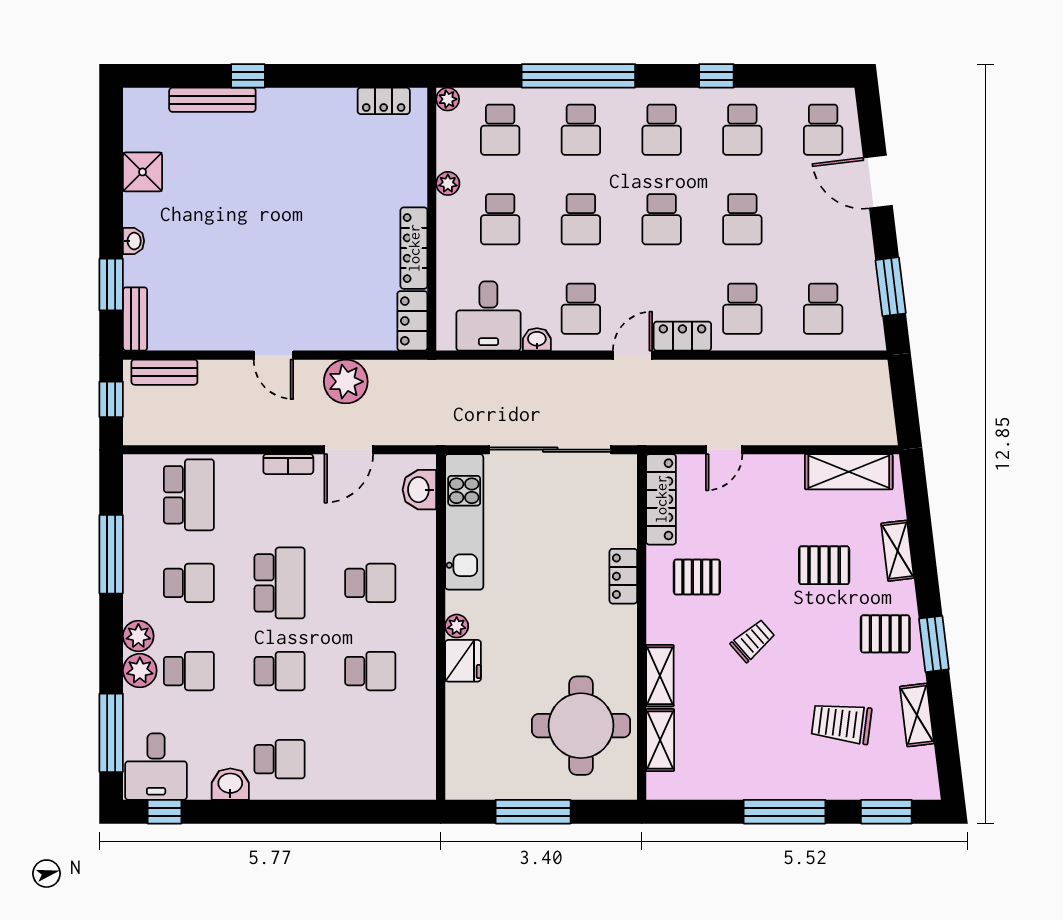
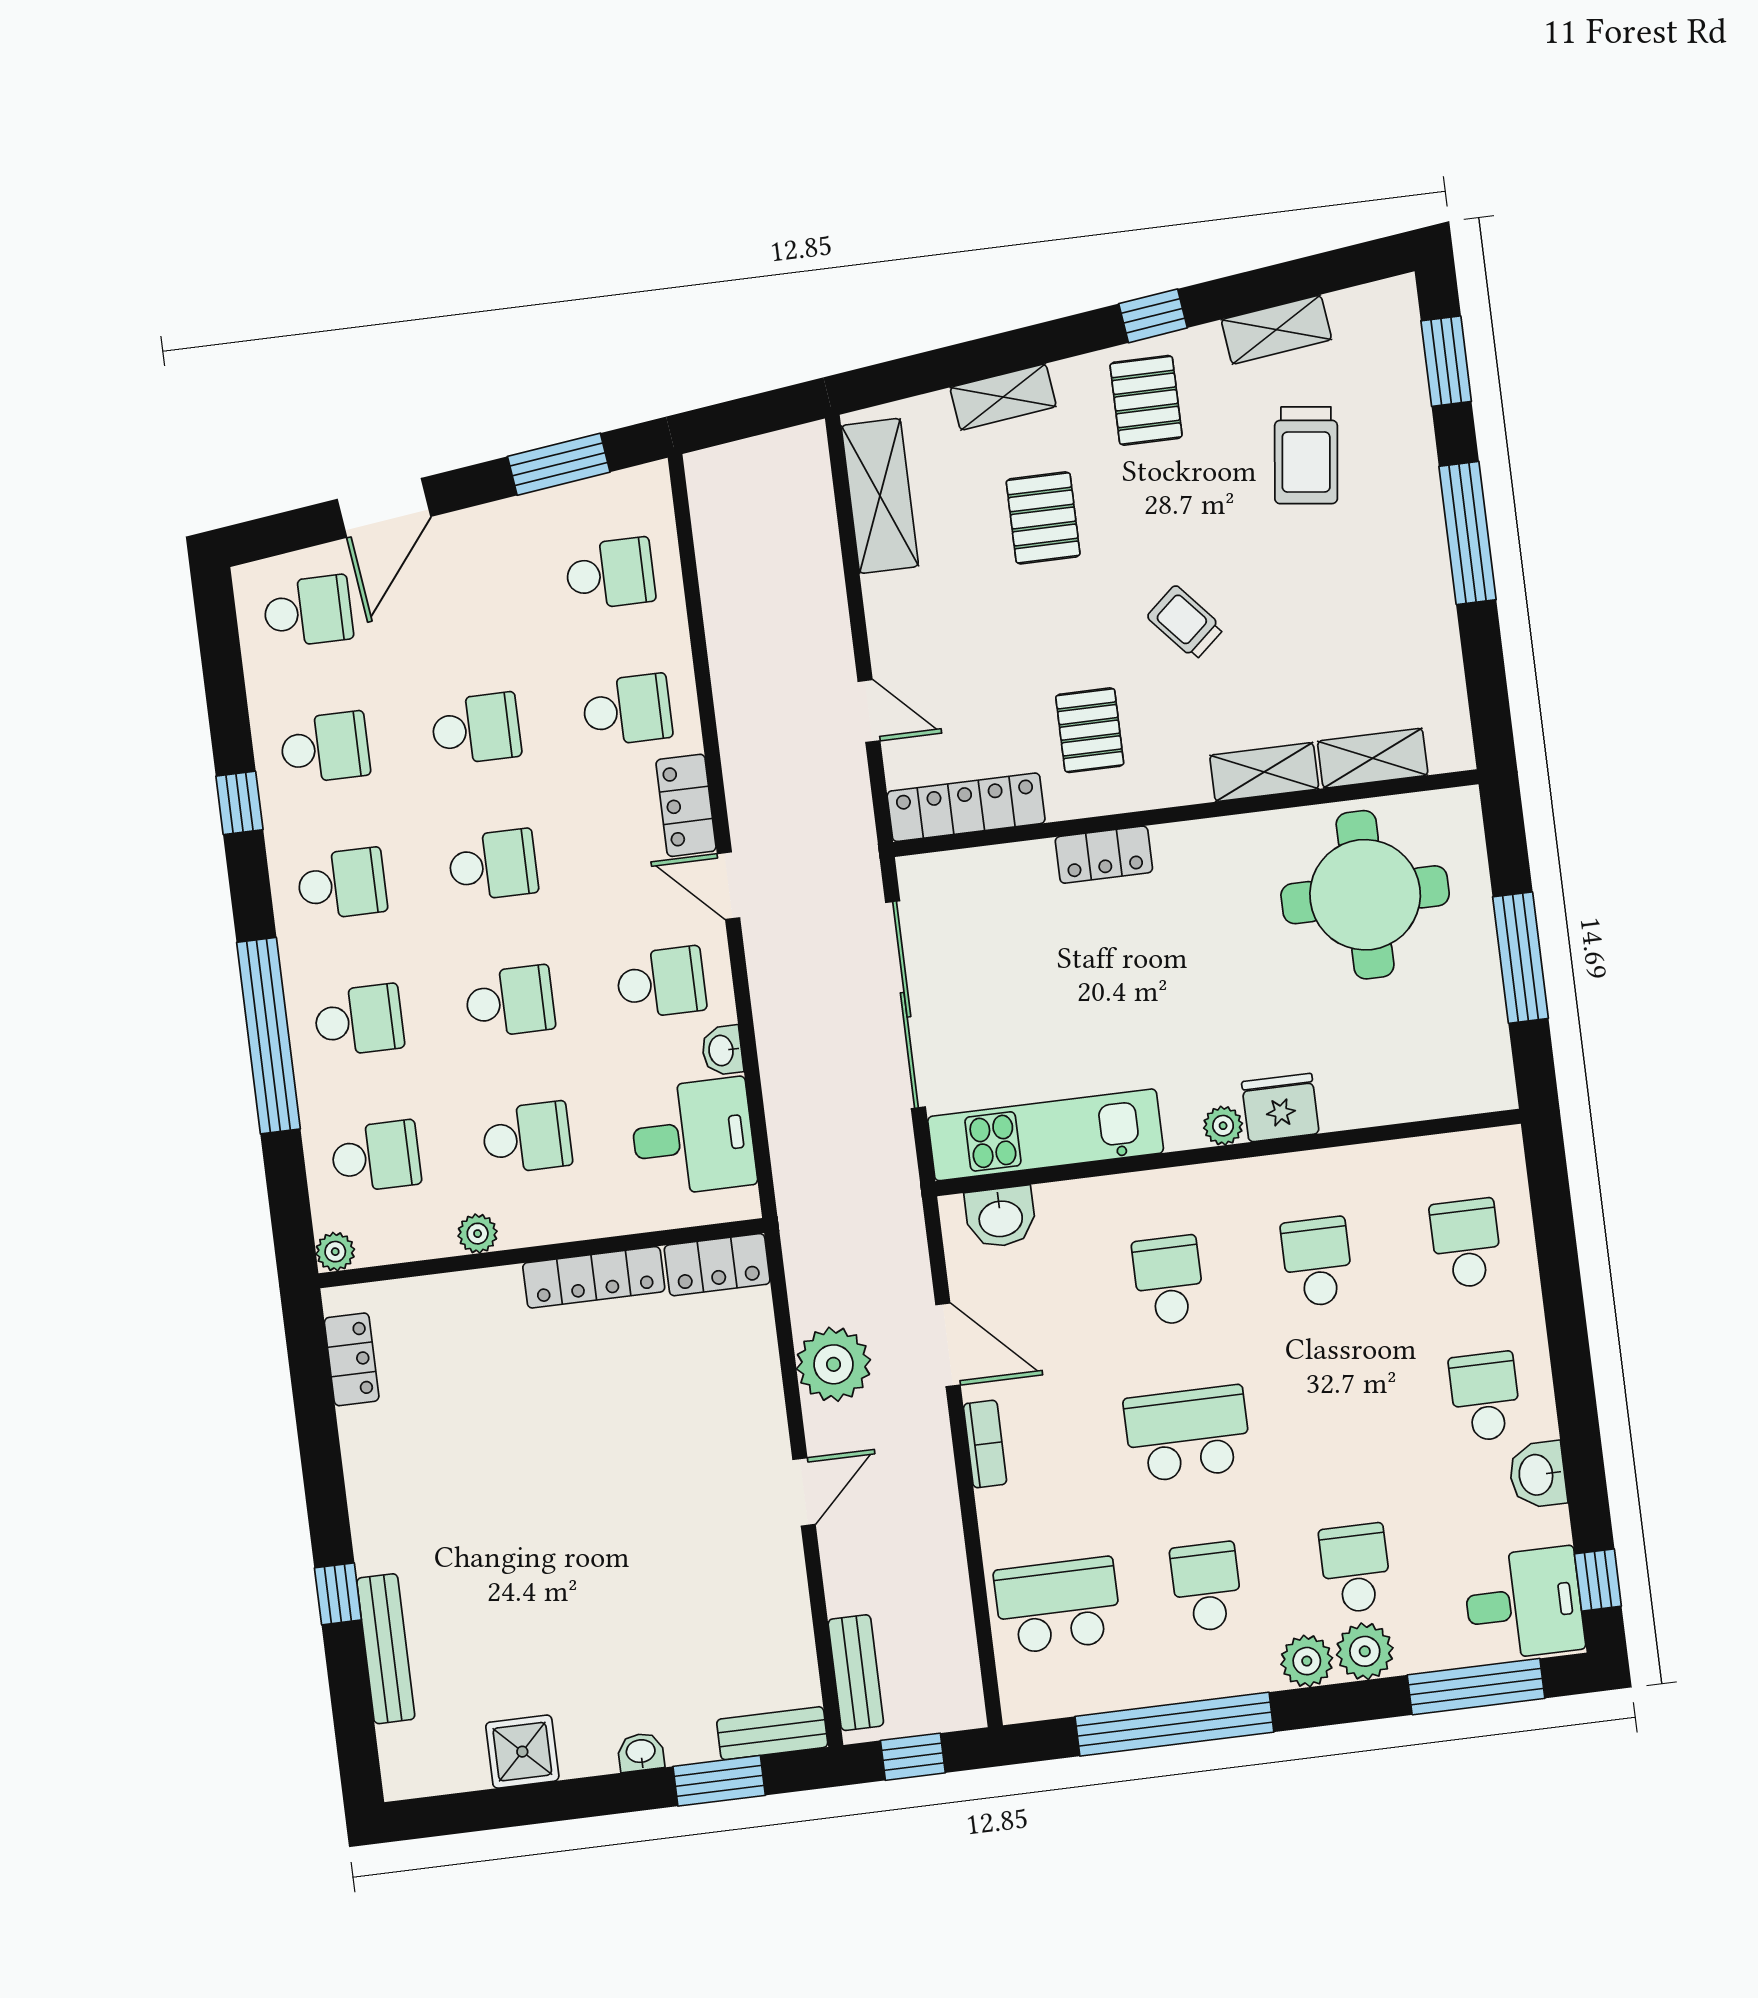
window: (111, 554) -> (1174, 1724), width x1.46
window: (934, 644) -> (1153, 316), width x0.67
school desk: (280, 671) -> (1466, 1243), moved

